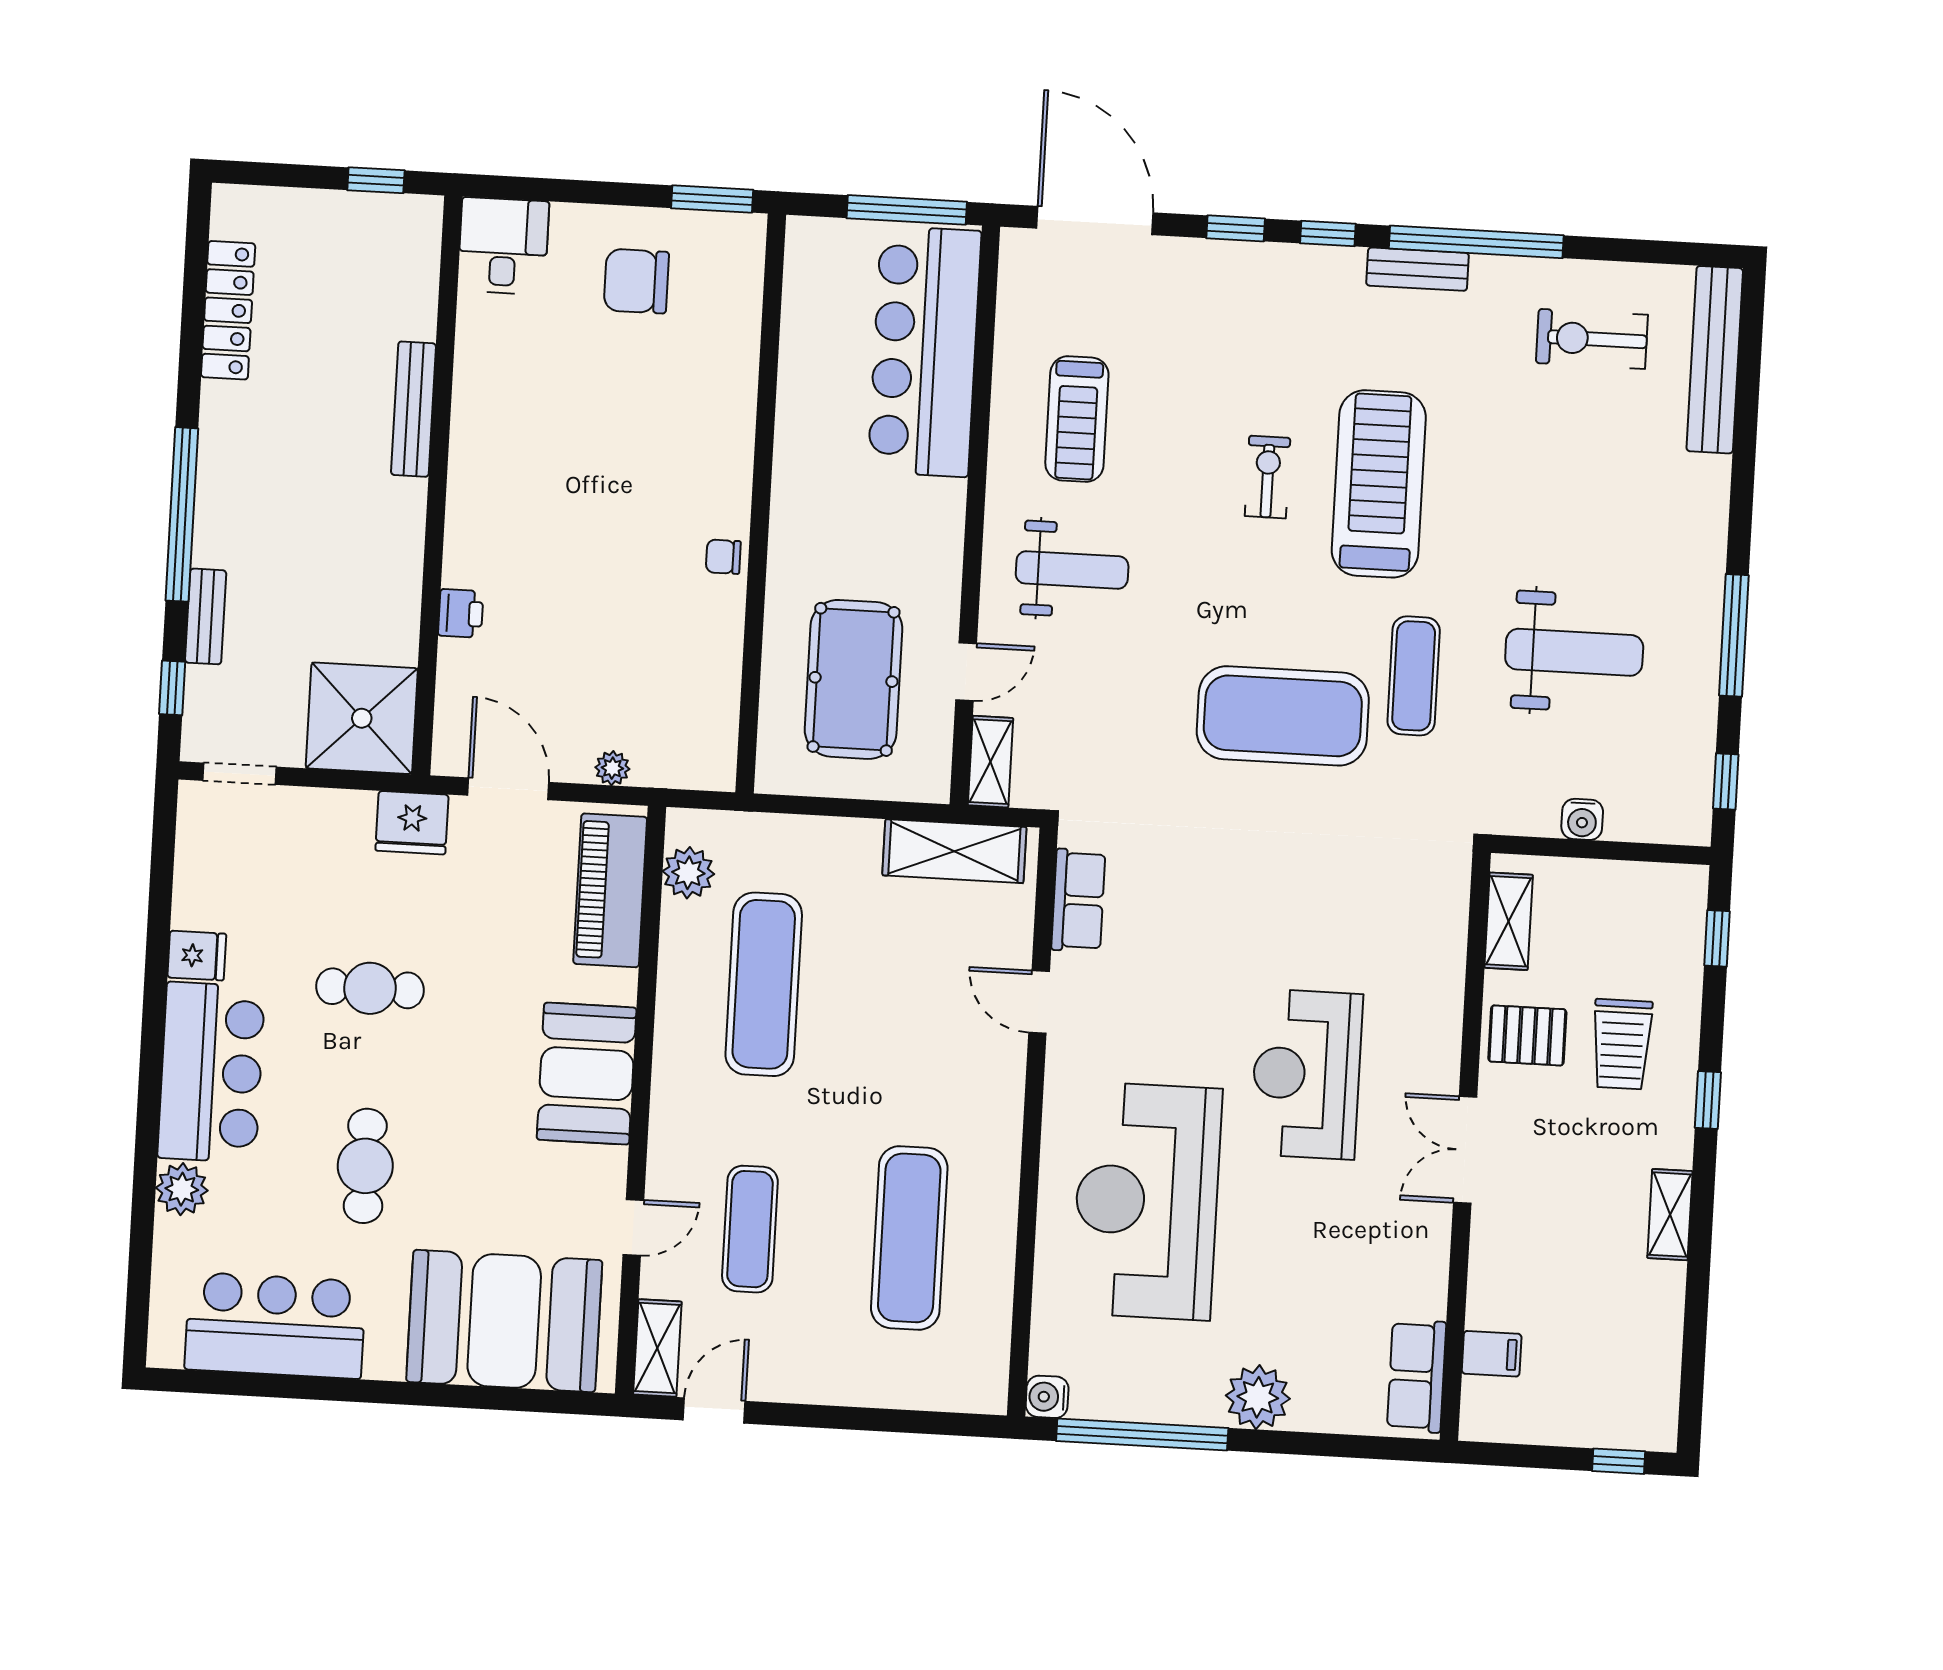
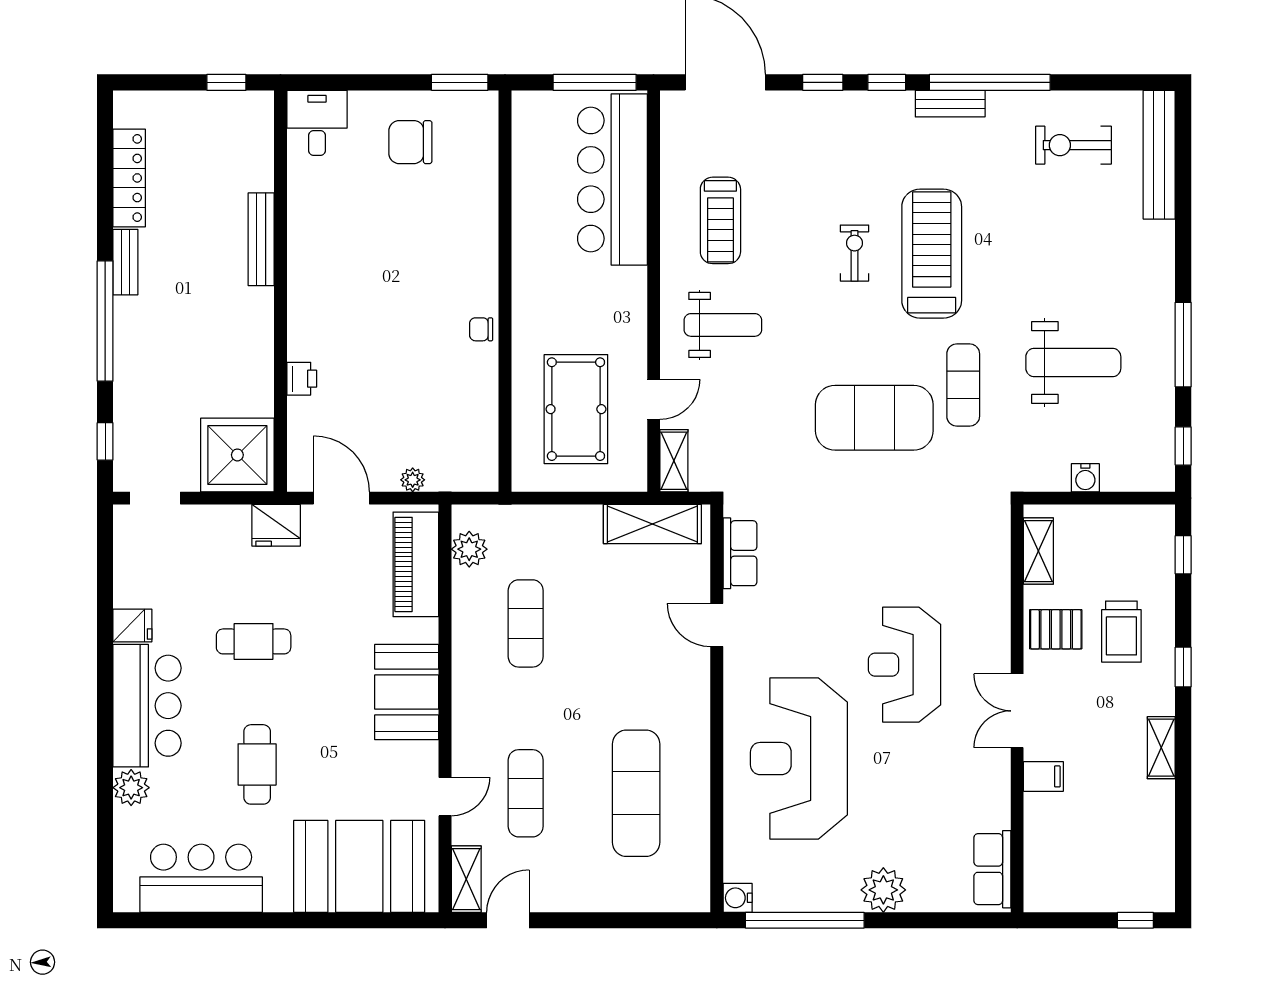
bench: (206, 616) -> (125, 262), moved
exercise mat: (764, 984) -> (526, 623), width x0.73, depth x0.69
filing cabinet: (1492, 1354) -> (1043, 776), moved

